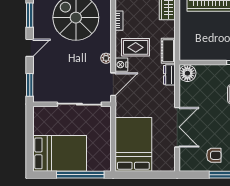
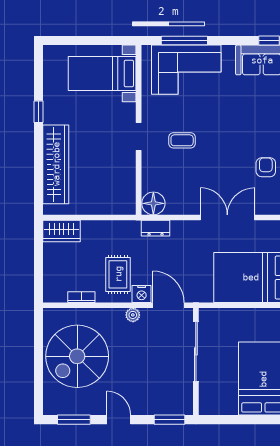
cot: (168, 51) -> (123, 230), removed

